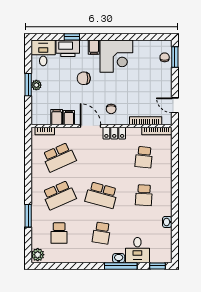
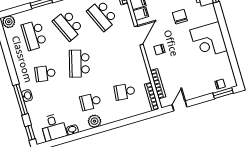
filing cabinet: (94, 47) -> (211, 18), removed
locker: (114, 133) -> (138, 59), removed
plant: (165, 197) -> (94, 121), added
school desk: (59, 233) -> (34, 35), width x1.85
desk: (137, 250) -> (54, 127), moved, turned -90

